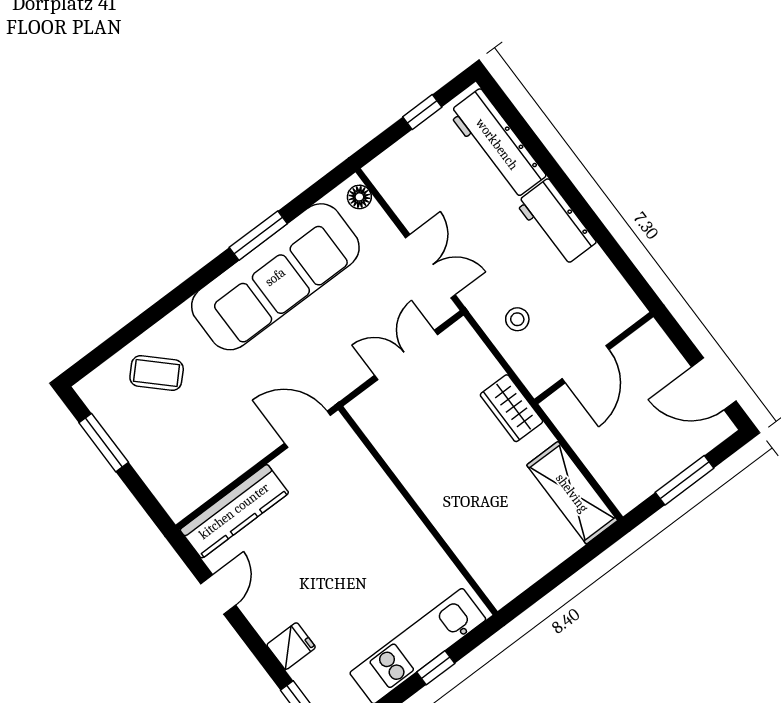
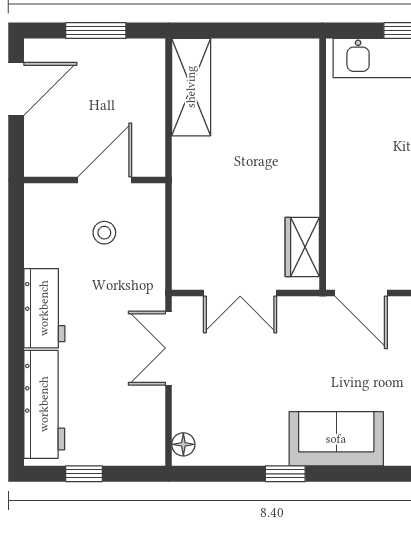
window: (258, 236) -> (285, 474), width x0.67
sofa: (275, 277) -> (336, 439), width x0.54, depth x0.79
stool: (517, 319) -> (104, 233), moved
door: (714, 384) -> (16, 89), hinge flipped
wardrobe: (511, 408) -> (302, 247), moved, turned 180

